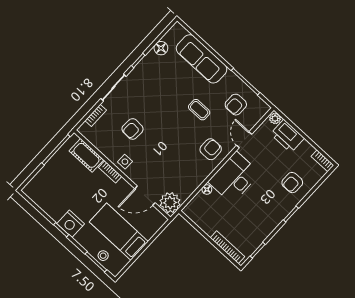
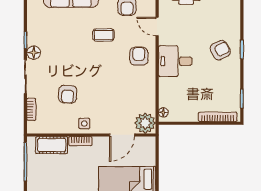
floor lamp: (161, 48) -> (34, 53), moved
desk: (234, 178) -> (175, 61), width x0.73
armchair: (292, 183) -> (220, 50), moved, turned -117
floor lamp: (207, 189) -> (163, 112), moved

